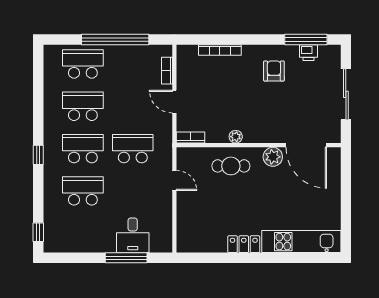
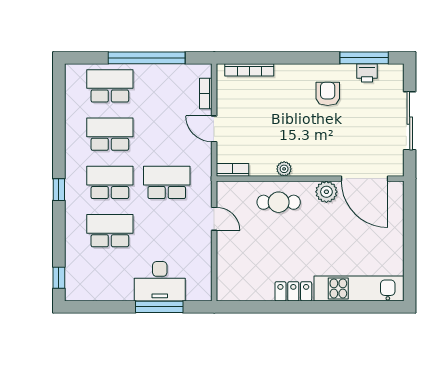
bookcase: (220, 50) -> (249, 70), moved
desk: (133, 235) -> (160, 281), width x1.37

